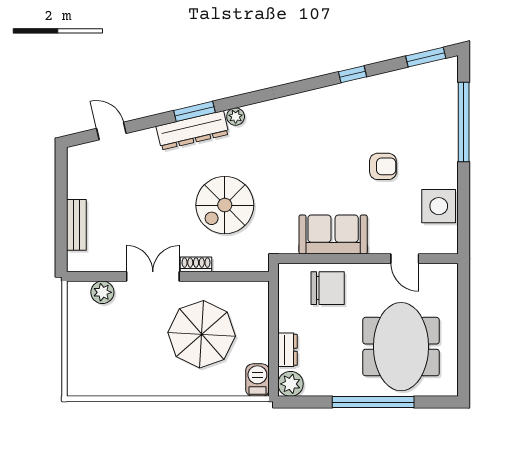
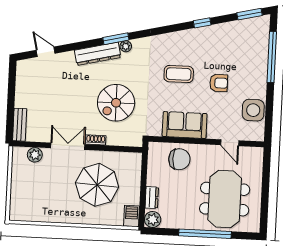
window: (194, 111) -> (116, 39), moved
coffee table: (320, 156) -> (179, 74), added
bench: (76, 225) -> (20, 125), moved

